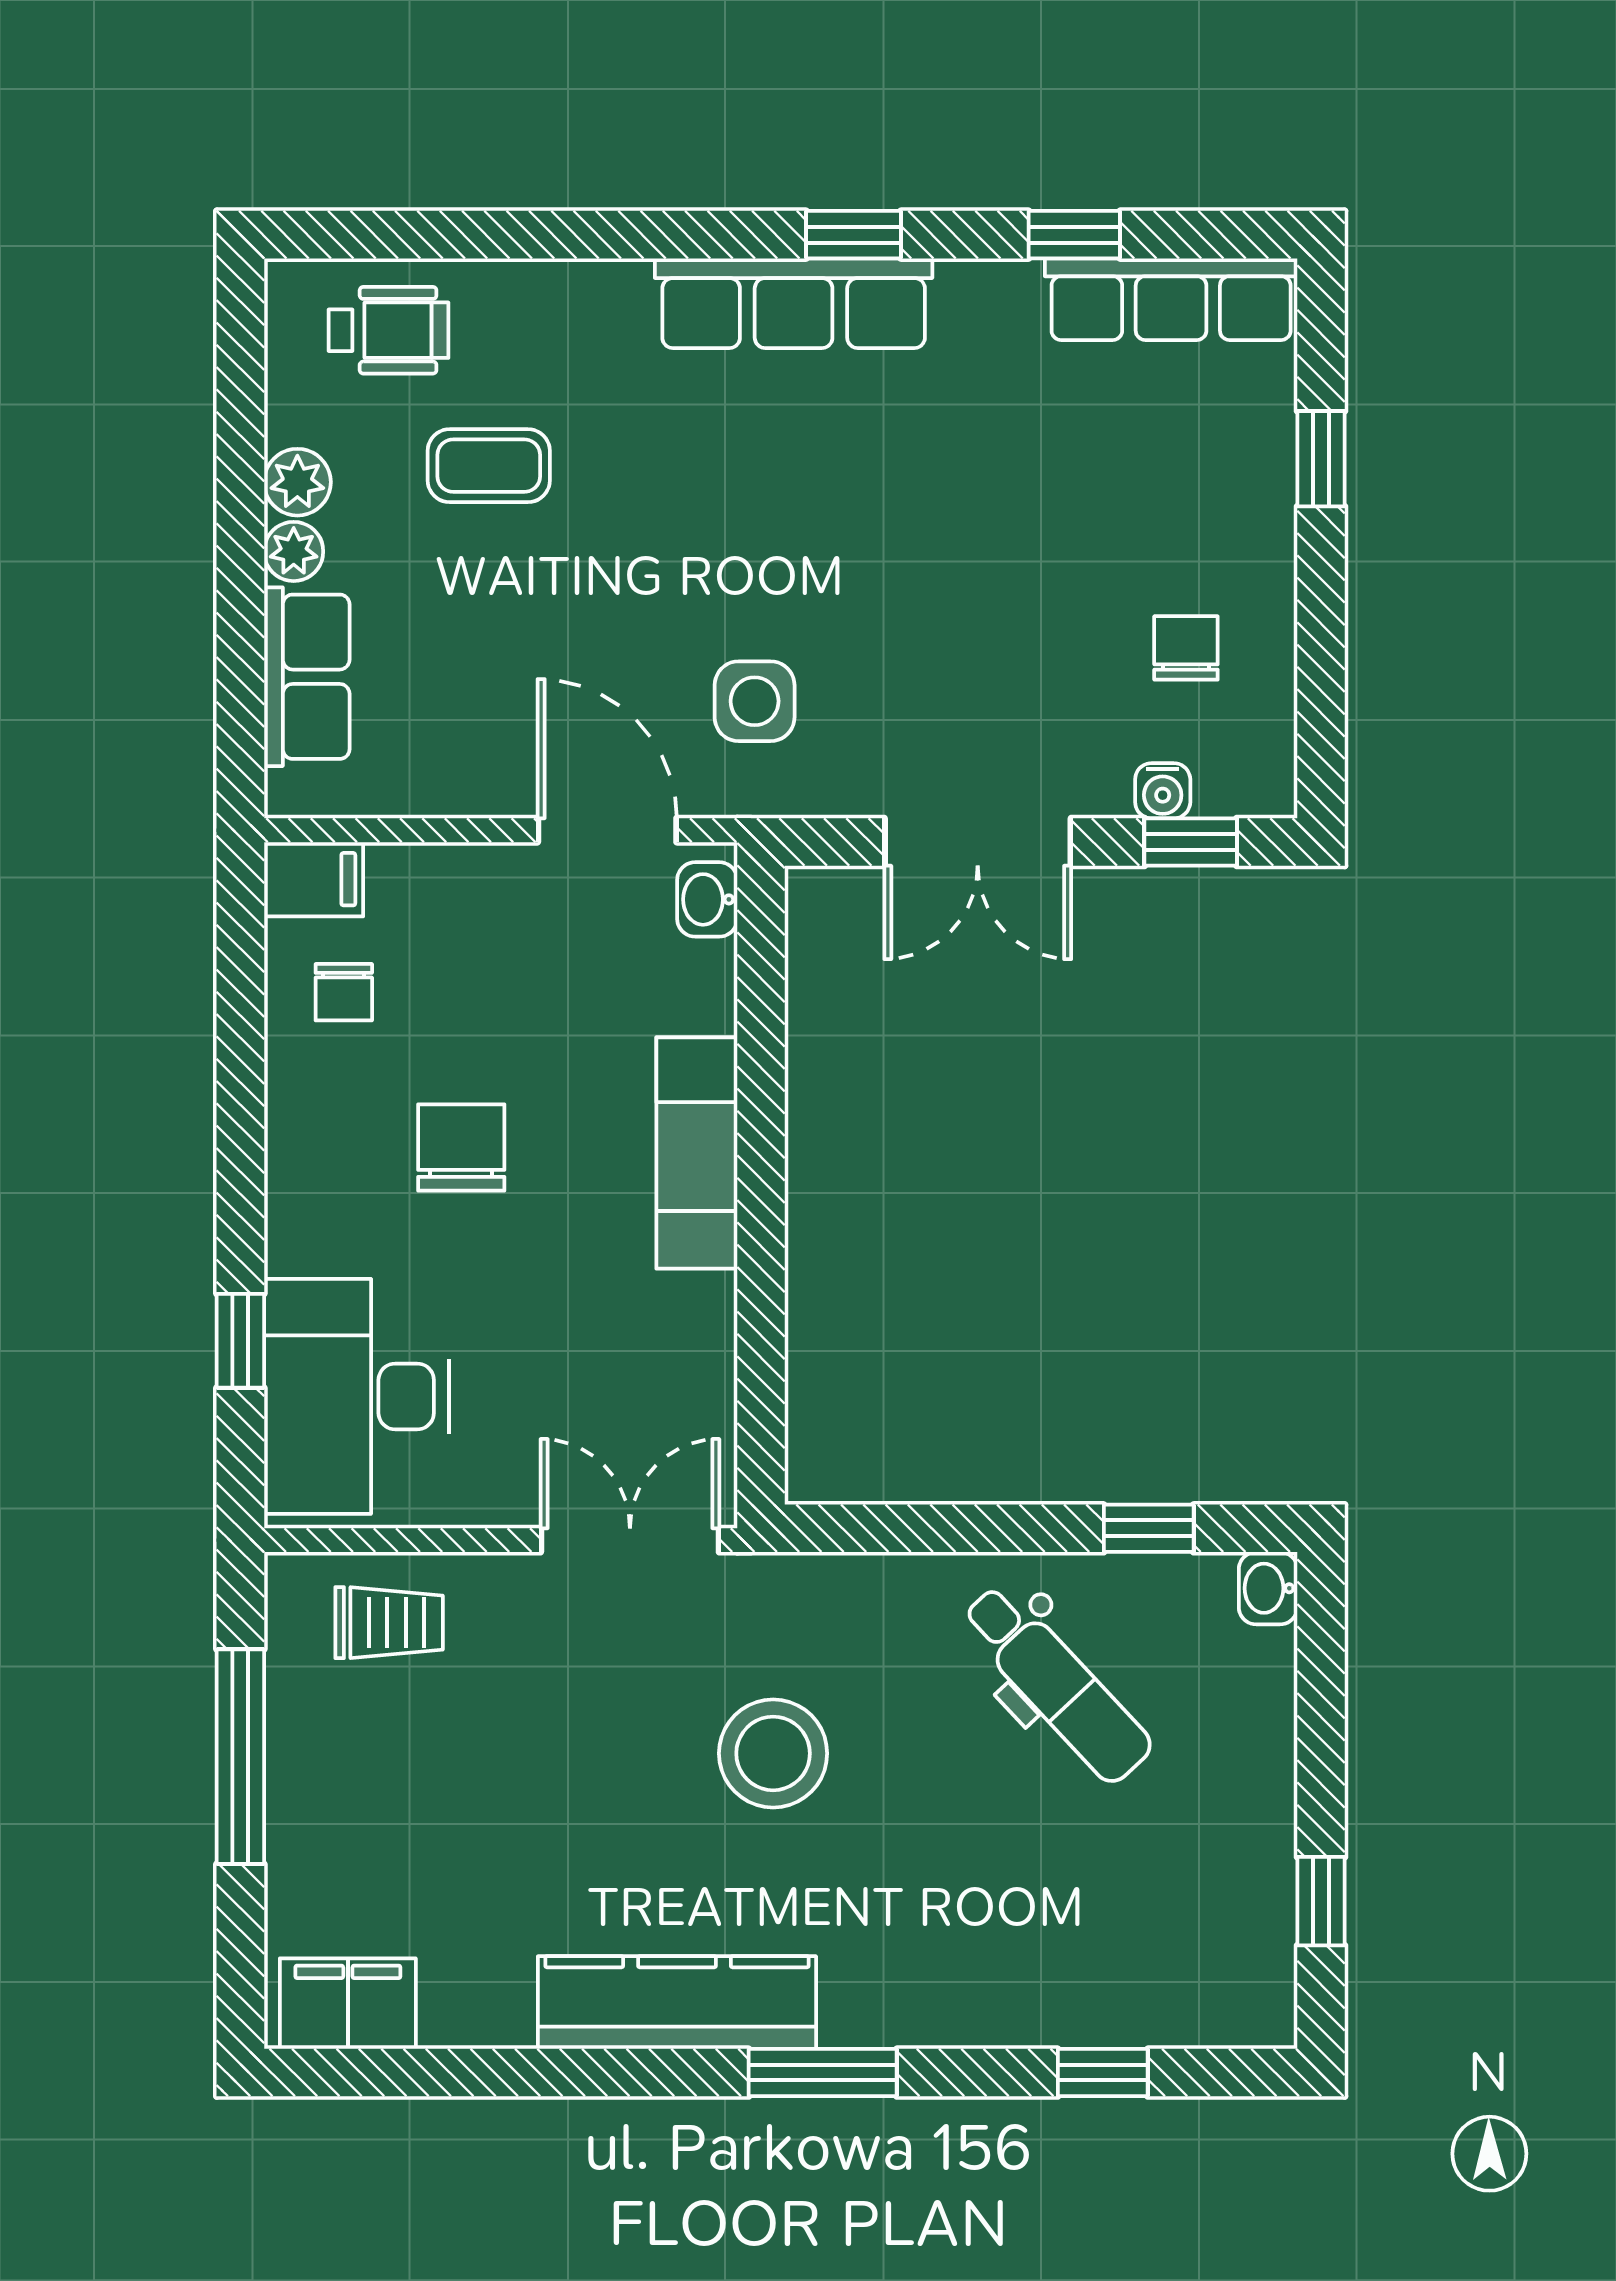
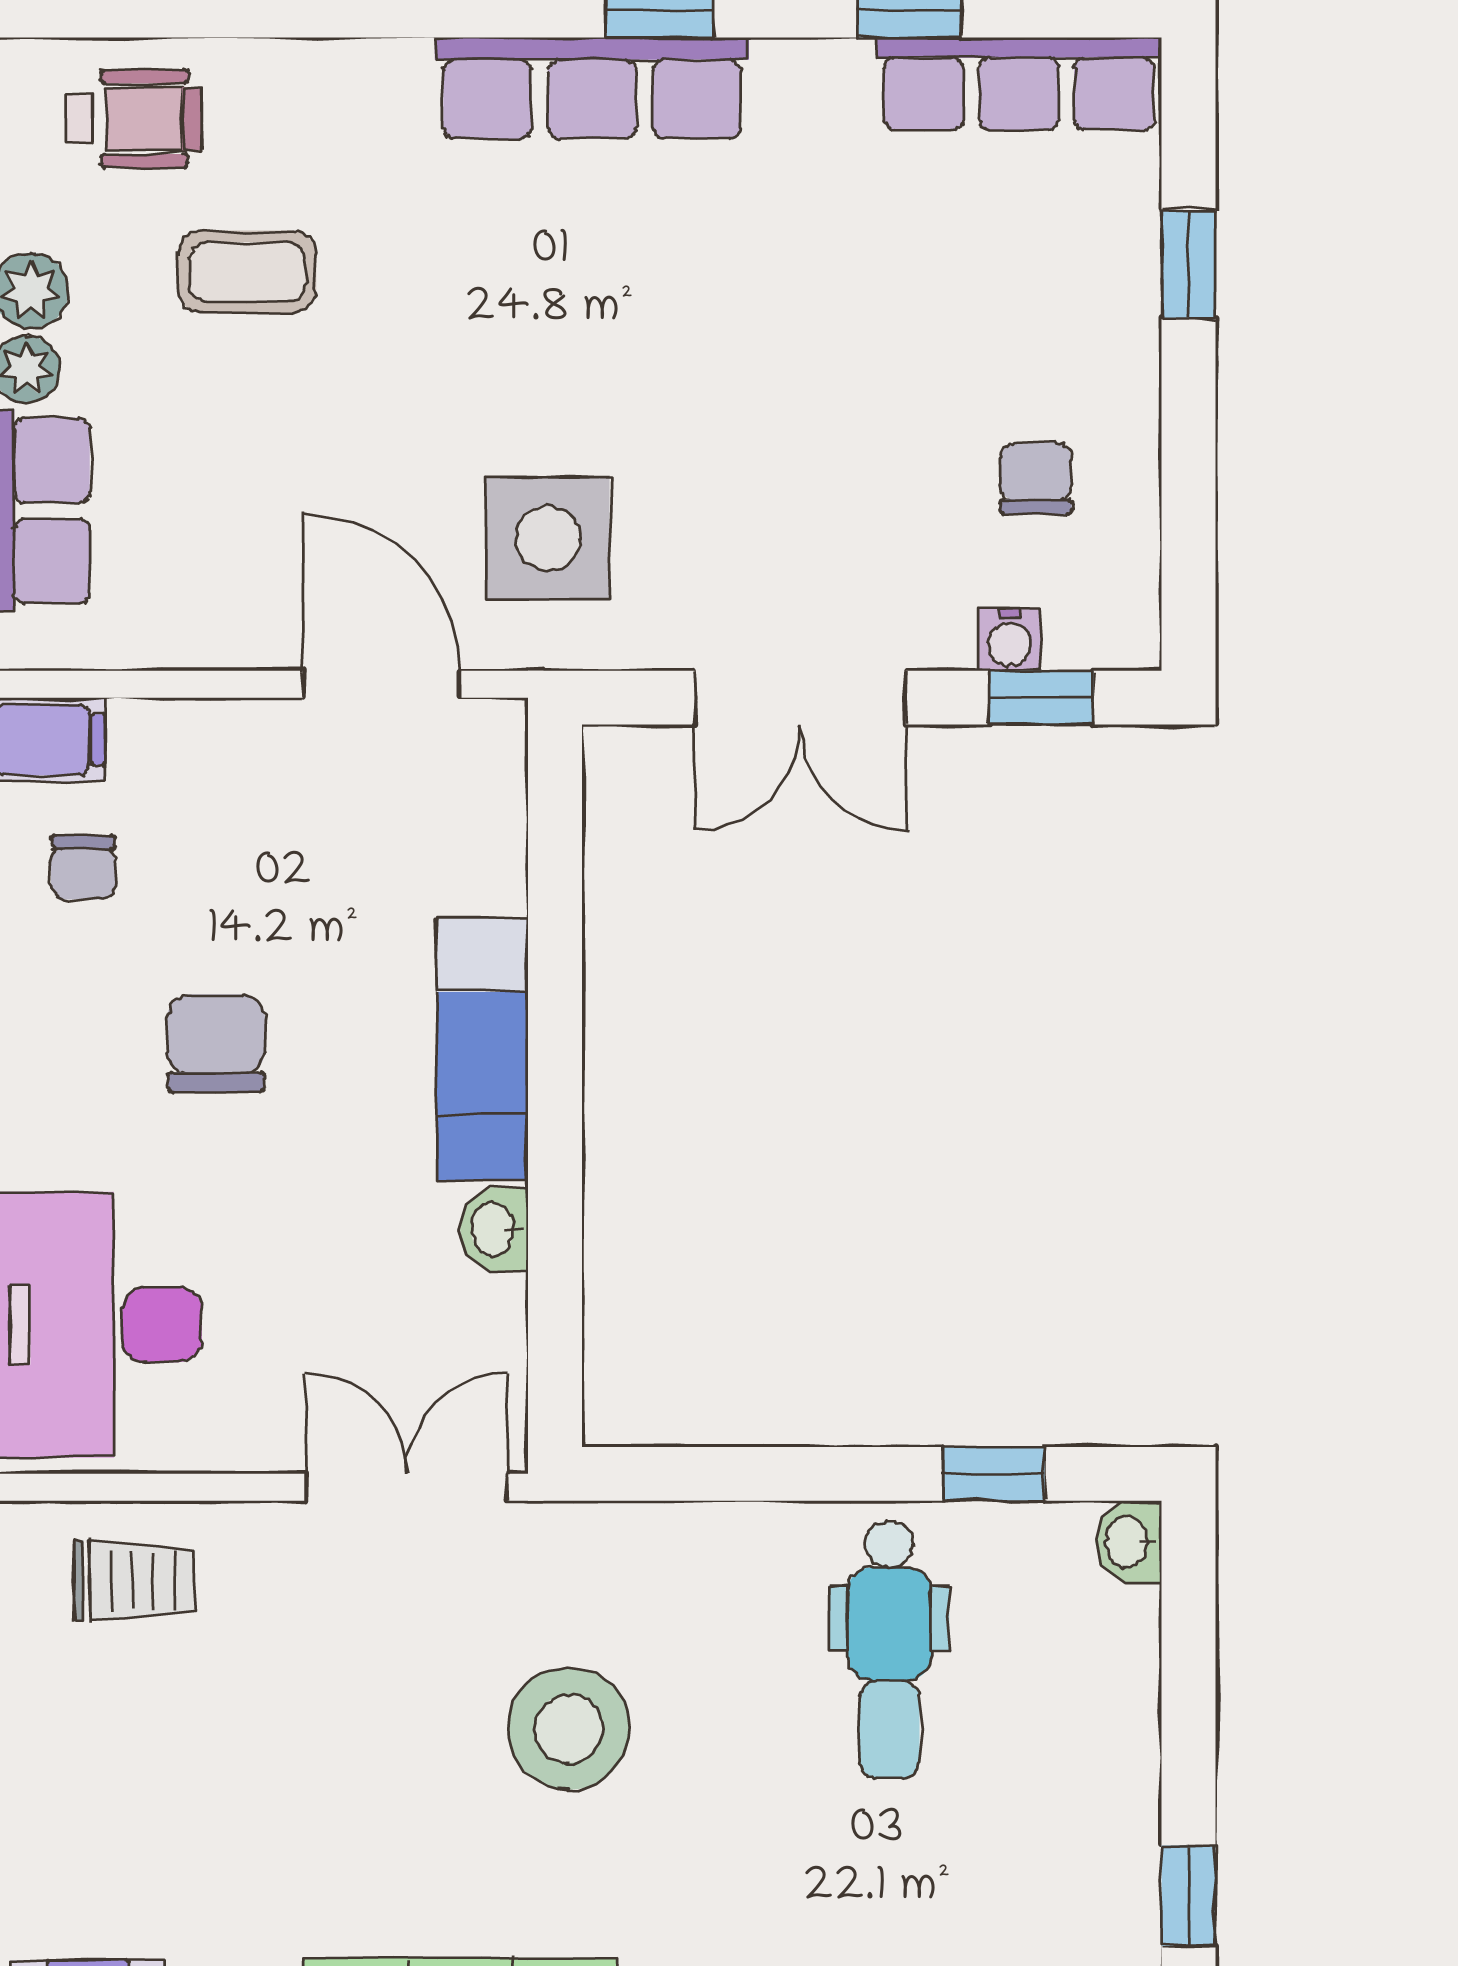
side table: (755, 701) -> (548, 538), width x1.37, depth x1.37
washbasin: (707, 899) -> (494, 1230), moved
dental chair: (1057, 1684) -> (889, 1650), turned 43

